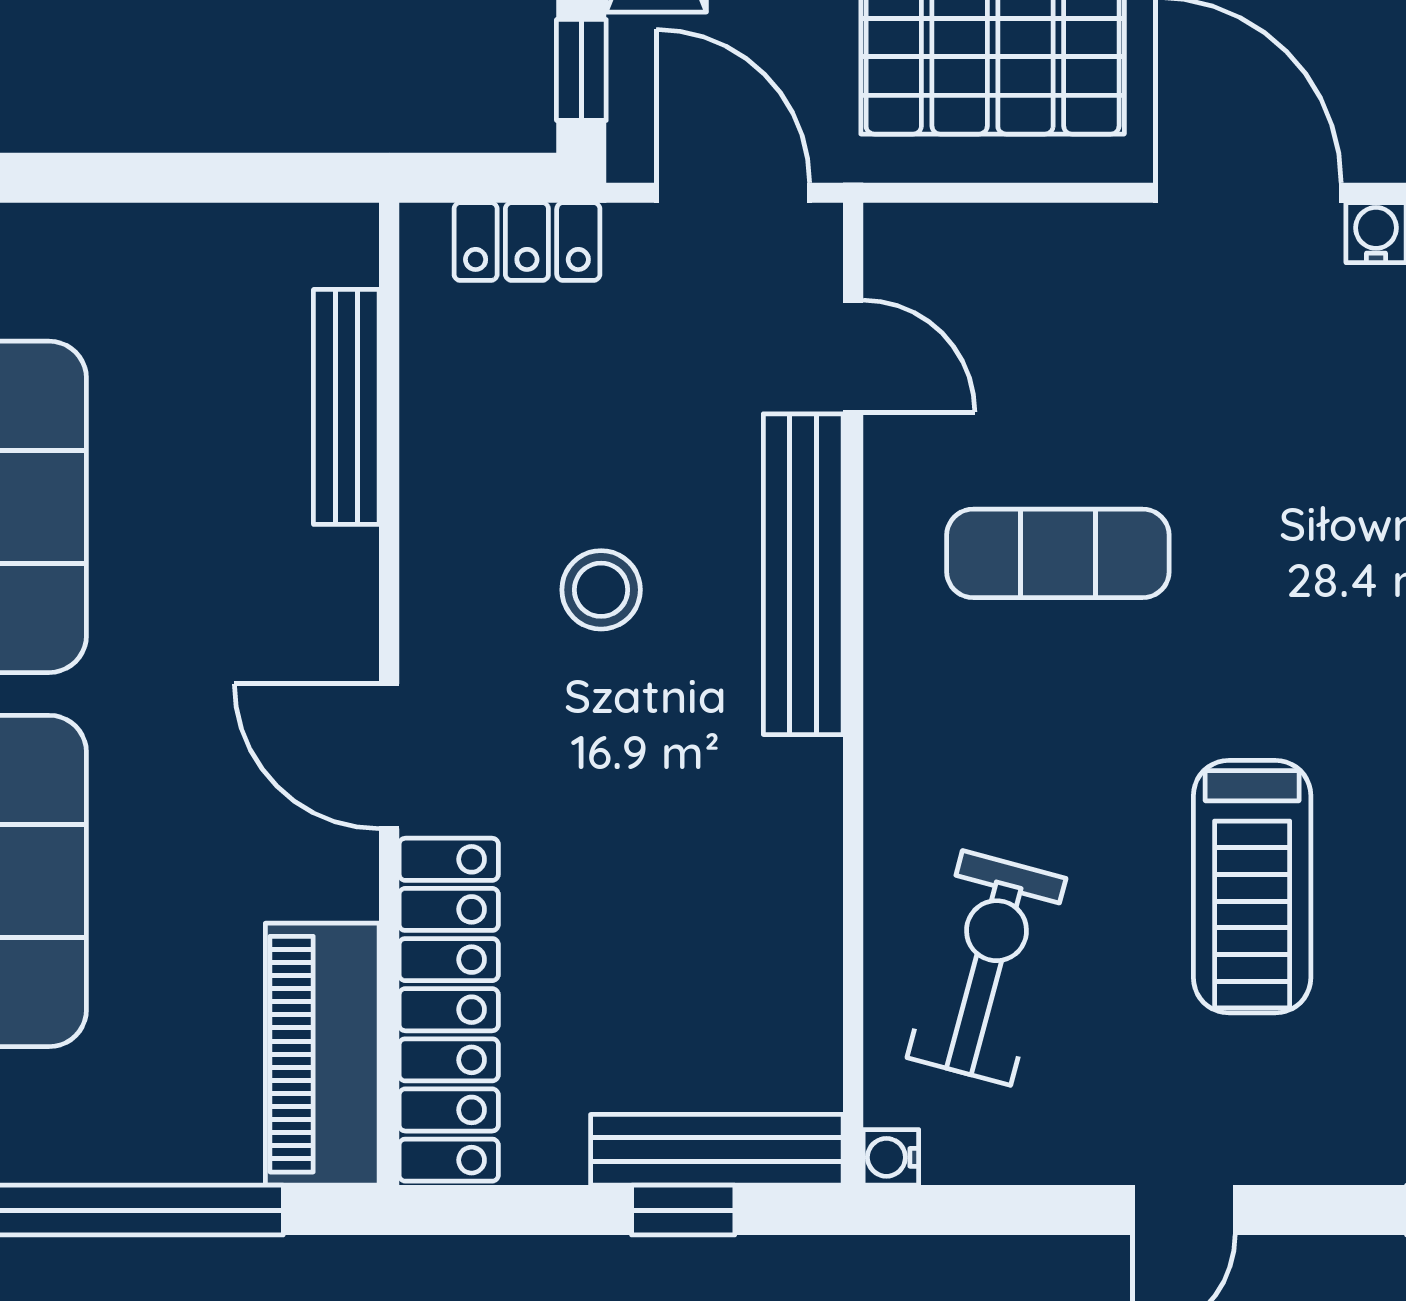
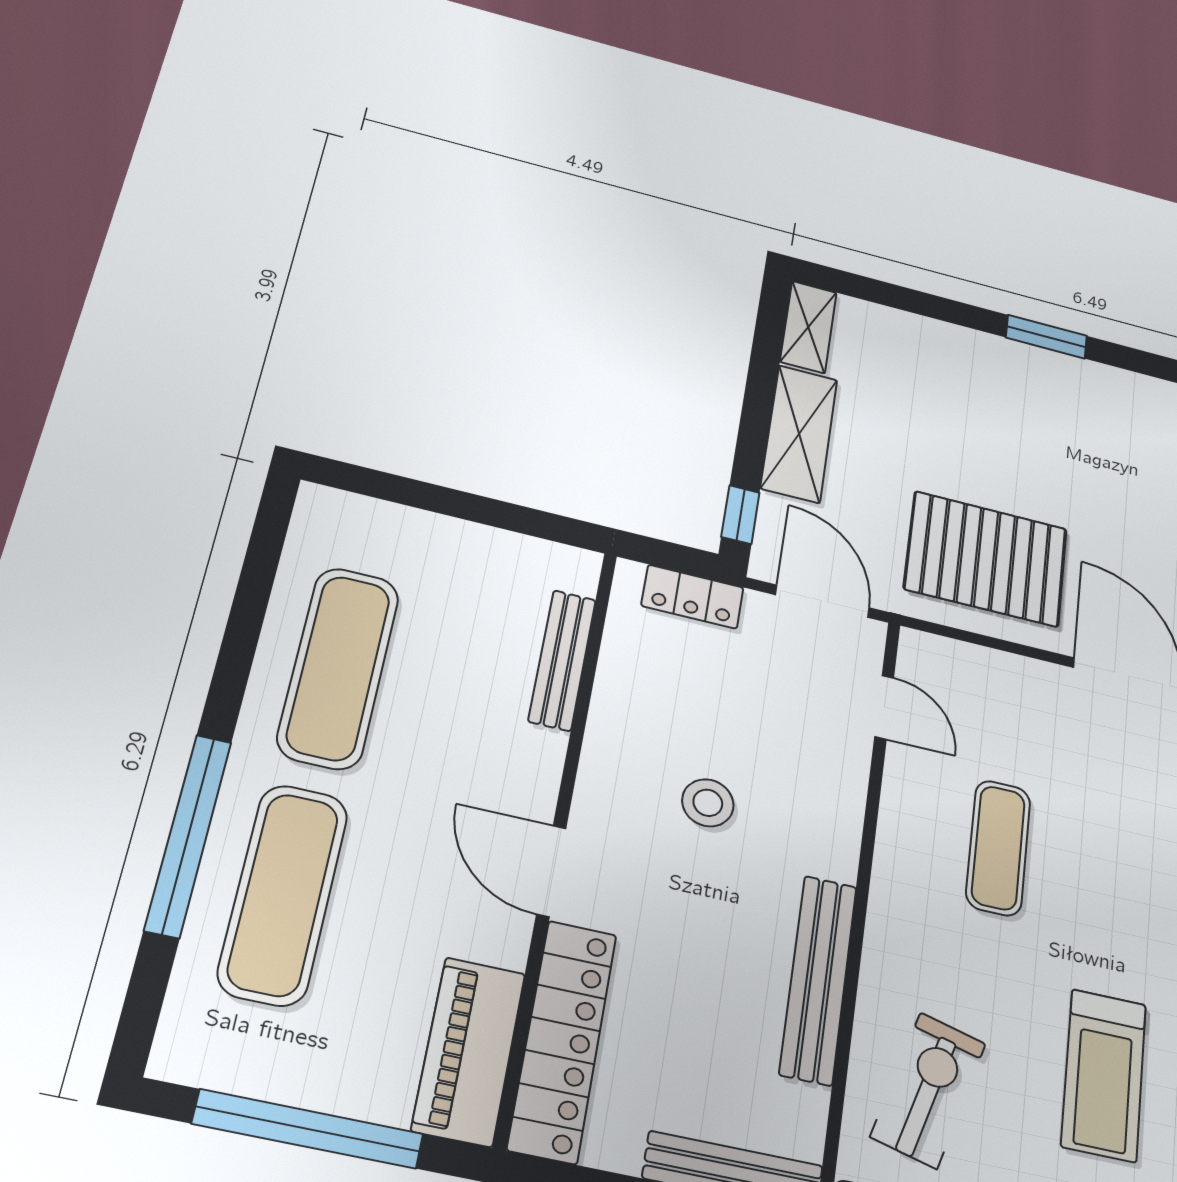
exercise mat: (1058, 553) -> (998, 848), turned 90
bench: (803, 574) -> (818, 979), moved

